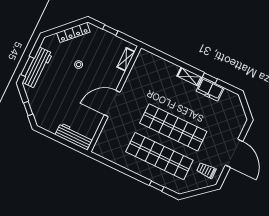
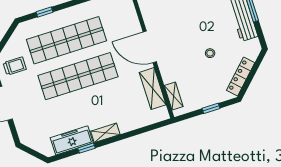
shelving: (135, 76) -> (153, 89), added
freezer: (210, 89) -> (72, 140), width x1.40
door: (112, 104) -> (150, 47), swing flipped

